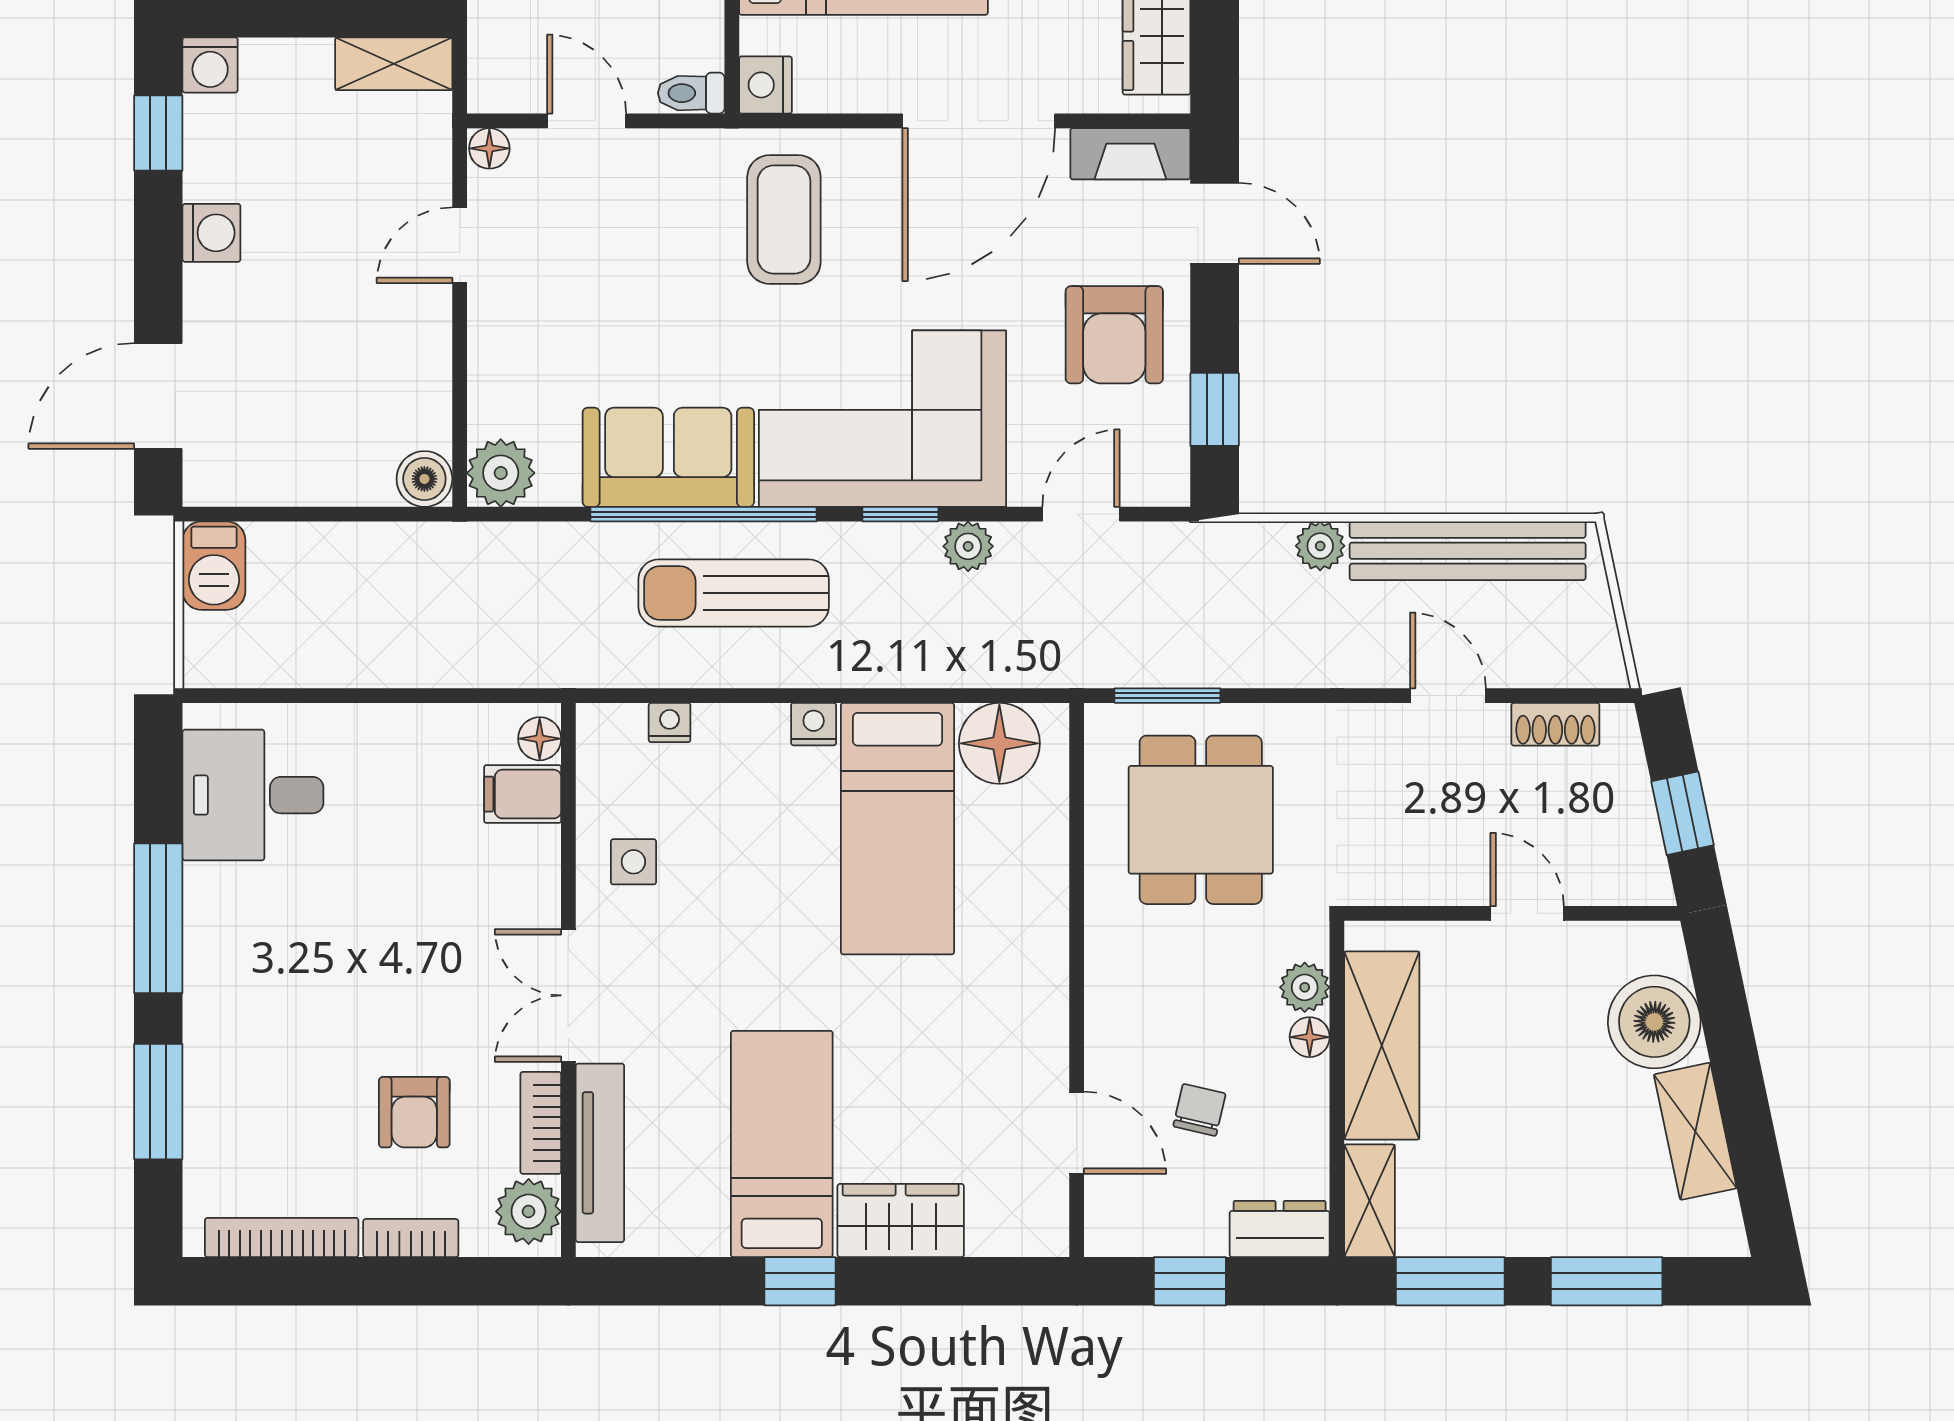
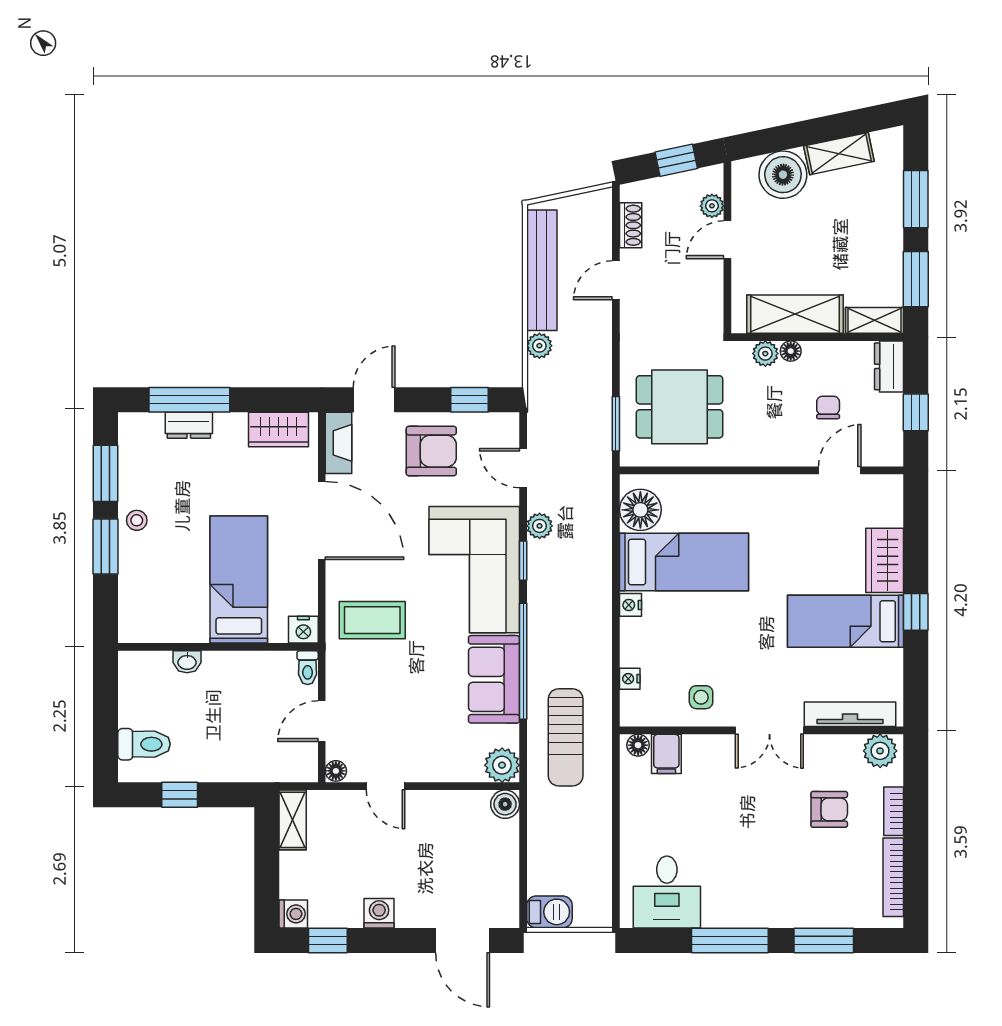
sun lounger: (734, 593) -> (566, 737), moved
plant: (1593, 883) -> (712, 206), added
chair: (1199, 1110) -> (828, 407), turned 77
bookcase: (541, 1123) -> (835, 745), removed

